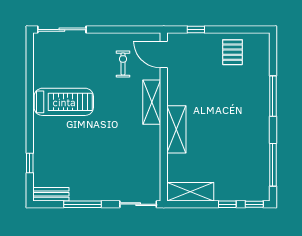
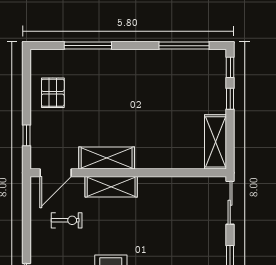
pallet: (232, 52) -> (53, 93), turned 90
exercise bike: (123, 64) -> (67, 220), turned 180
window: (273, 96) -> (88, 46), moved
shelving: (176, 129) -> (107, 158), moved

